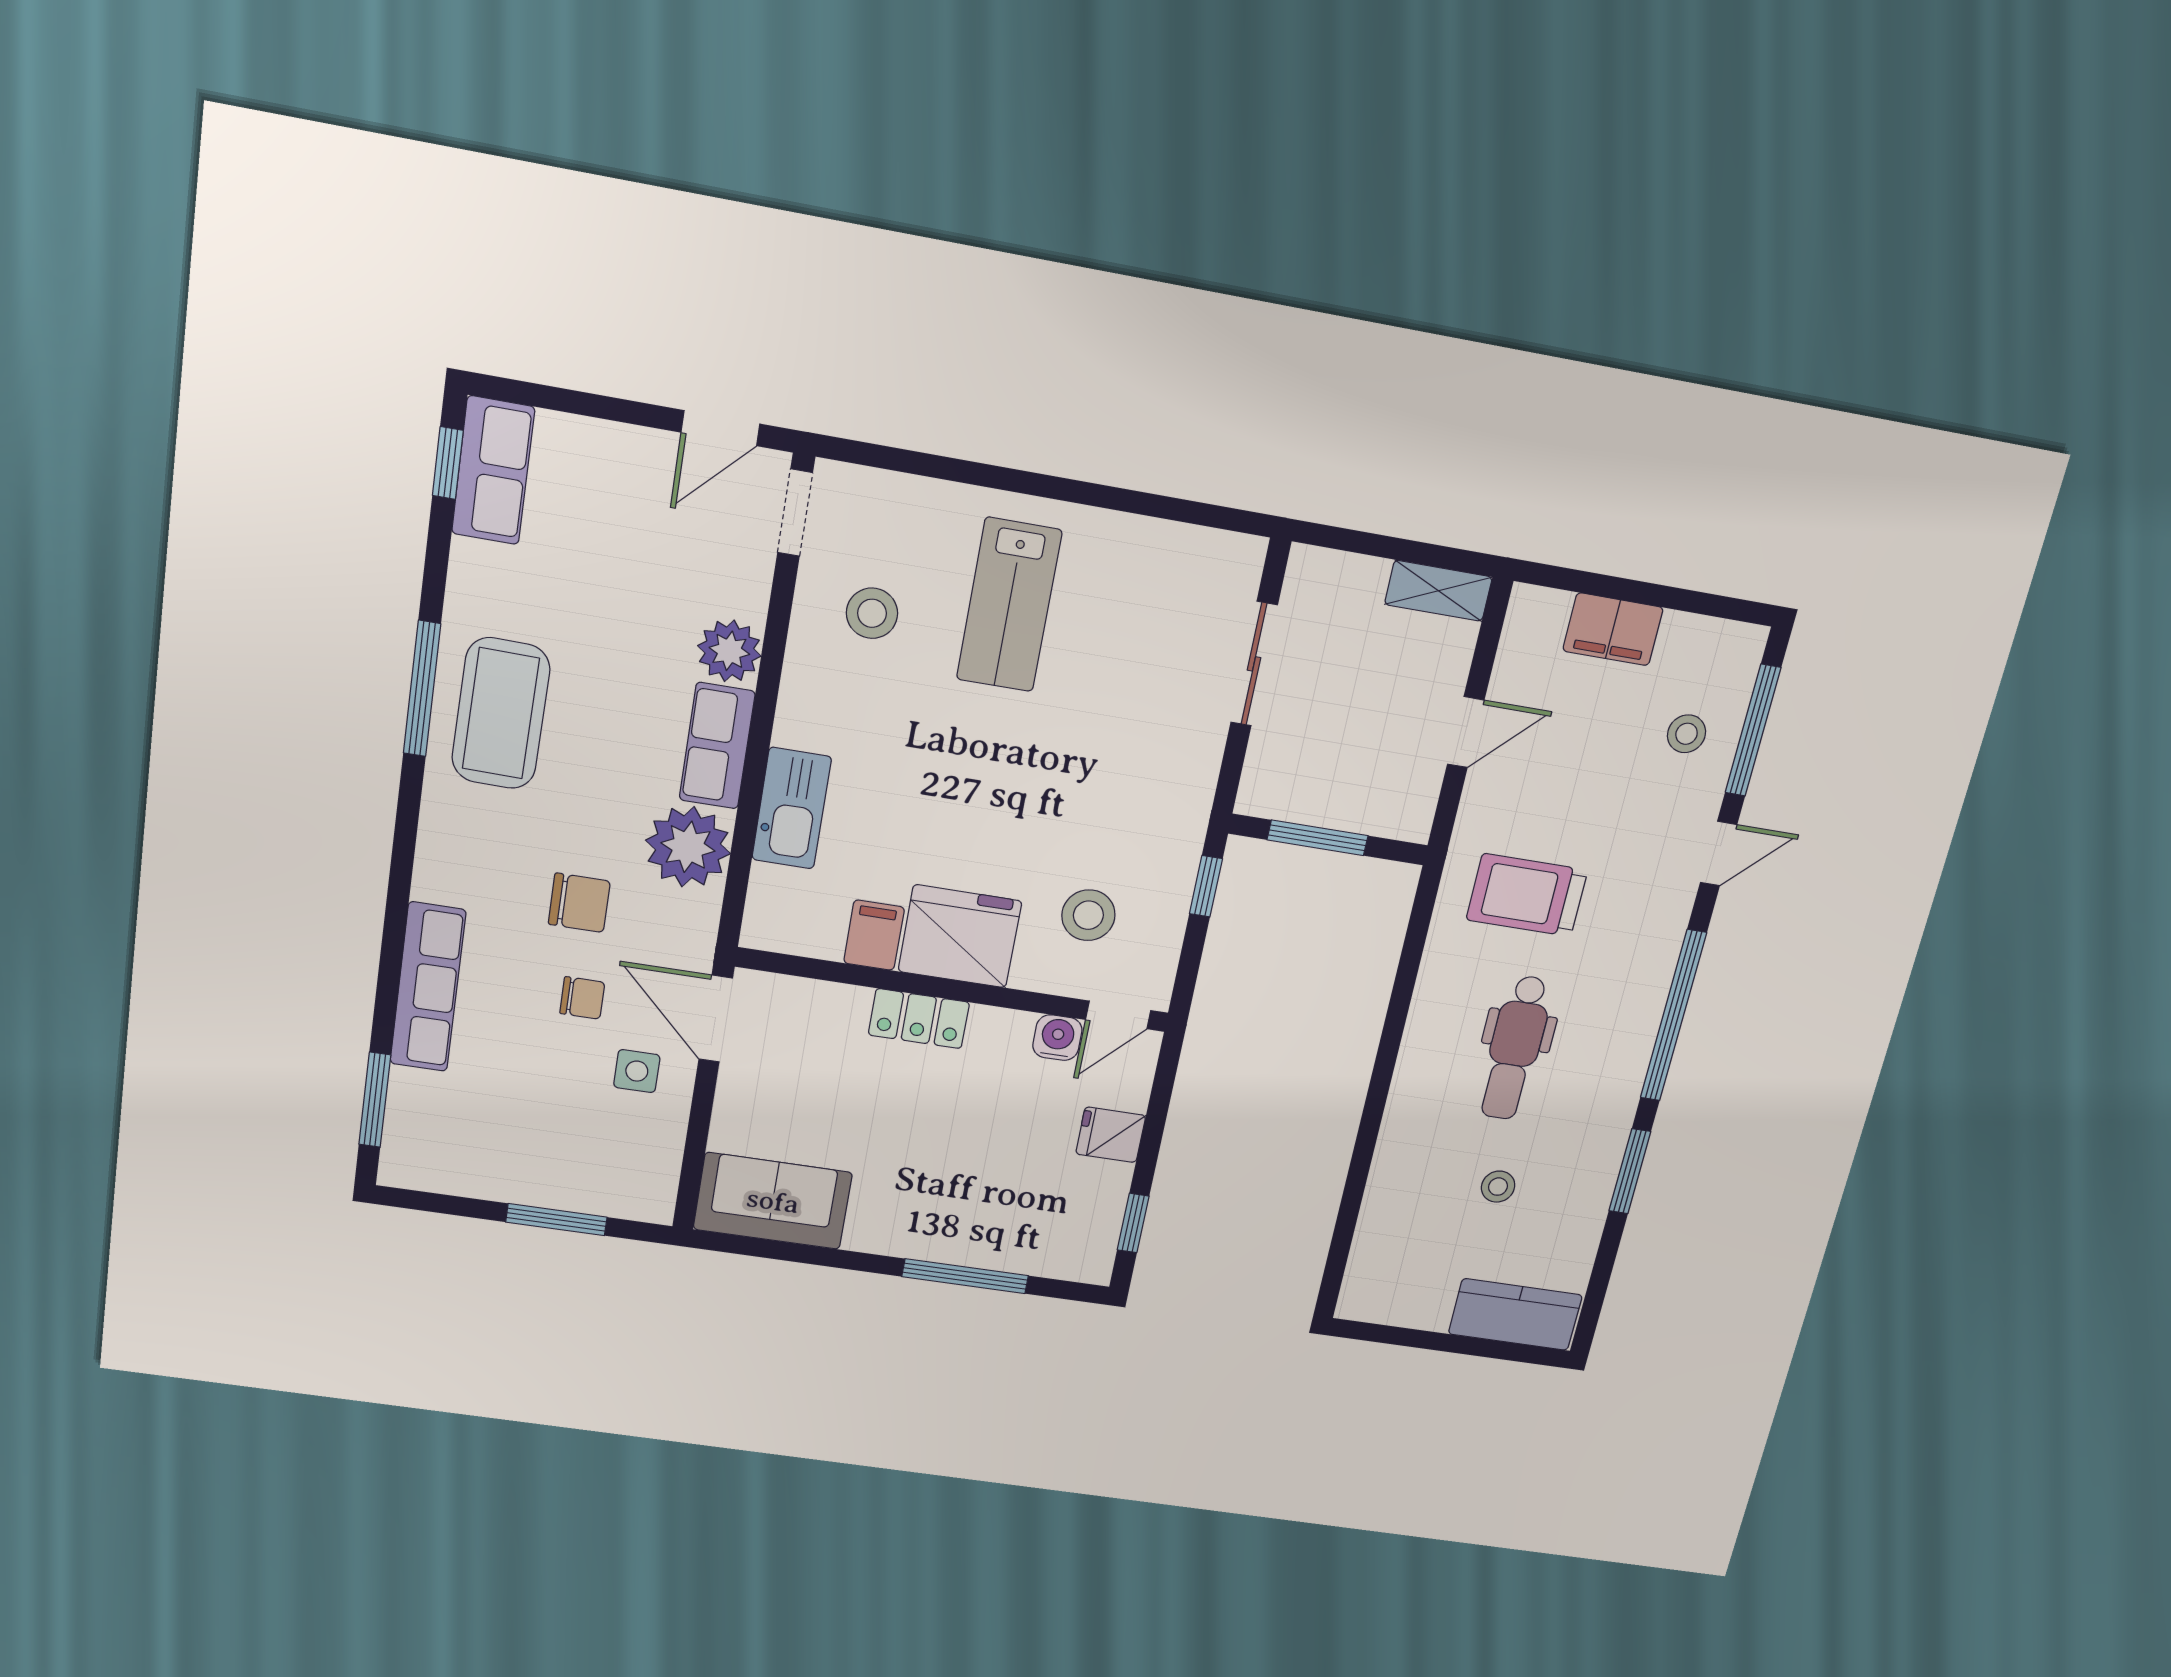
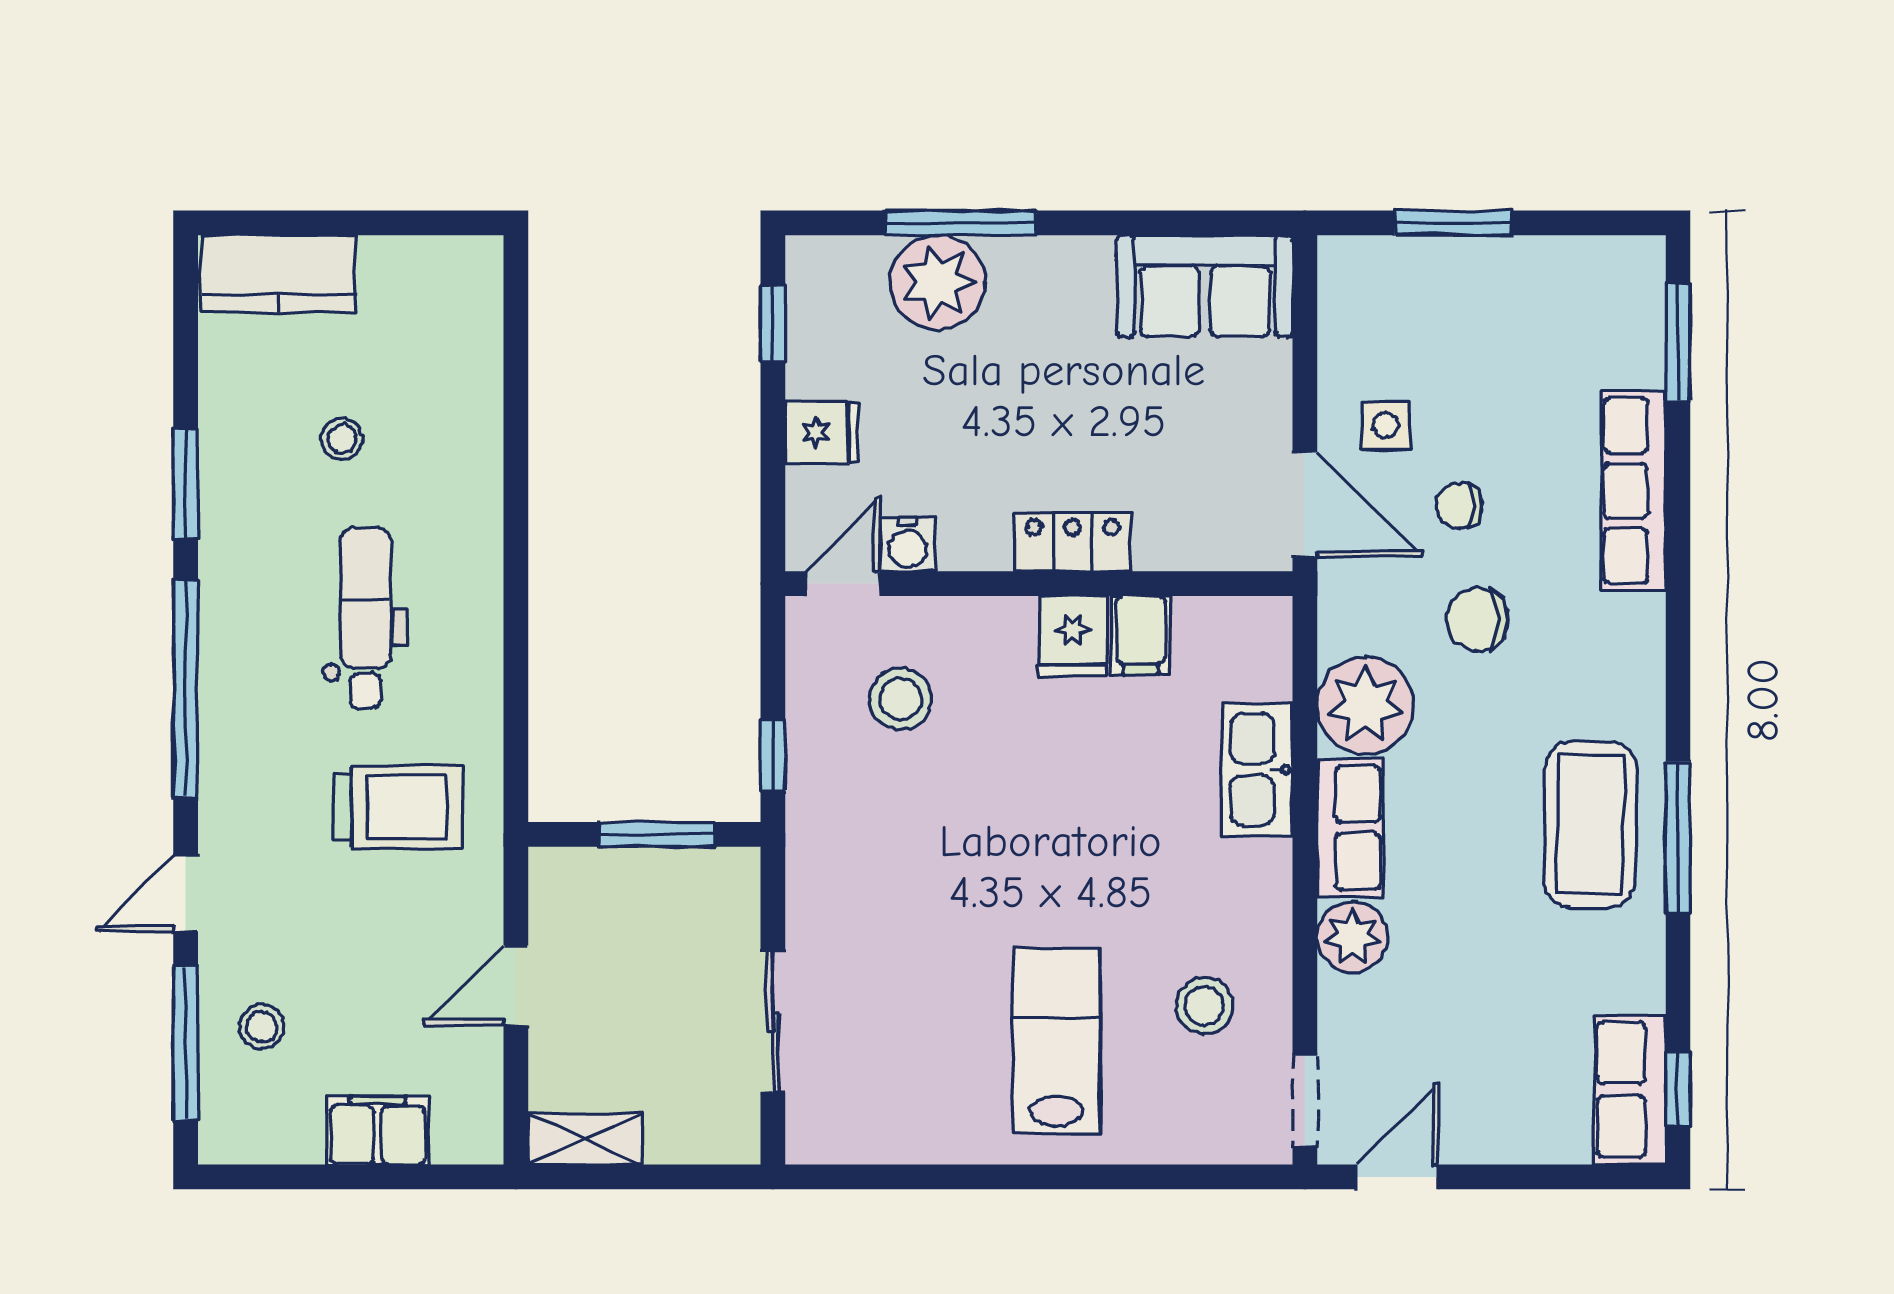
fridge: (960, 936) -> (1073, 636), width x0.53, depth x0.75
plant: (993, 1235) -> (938, 282), added

